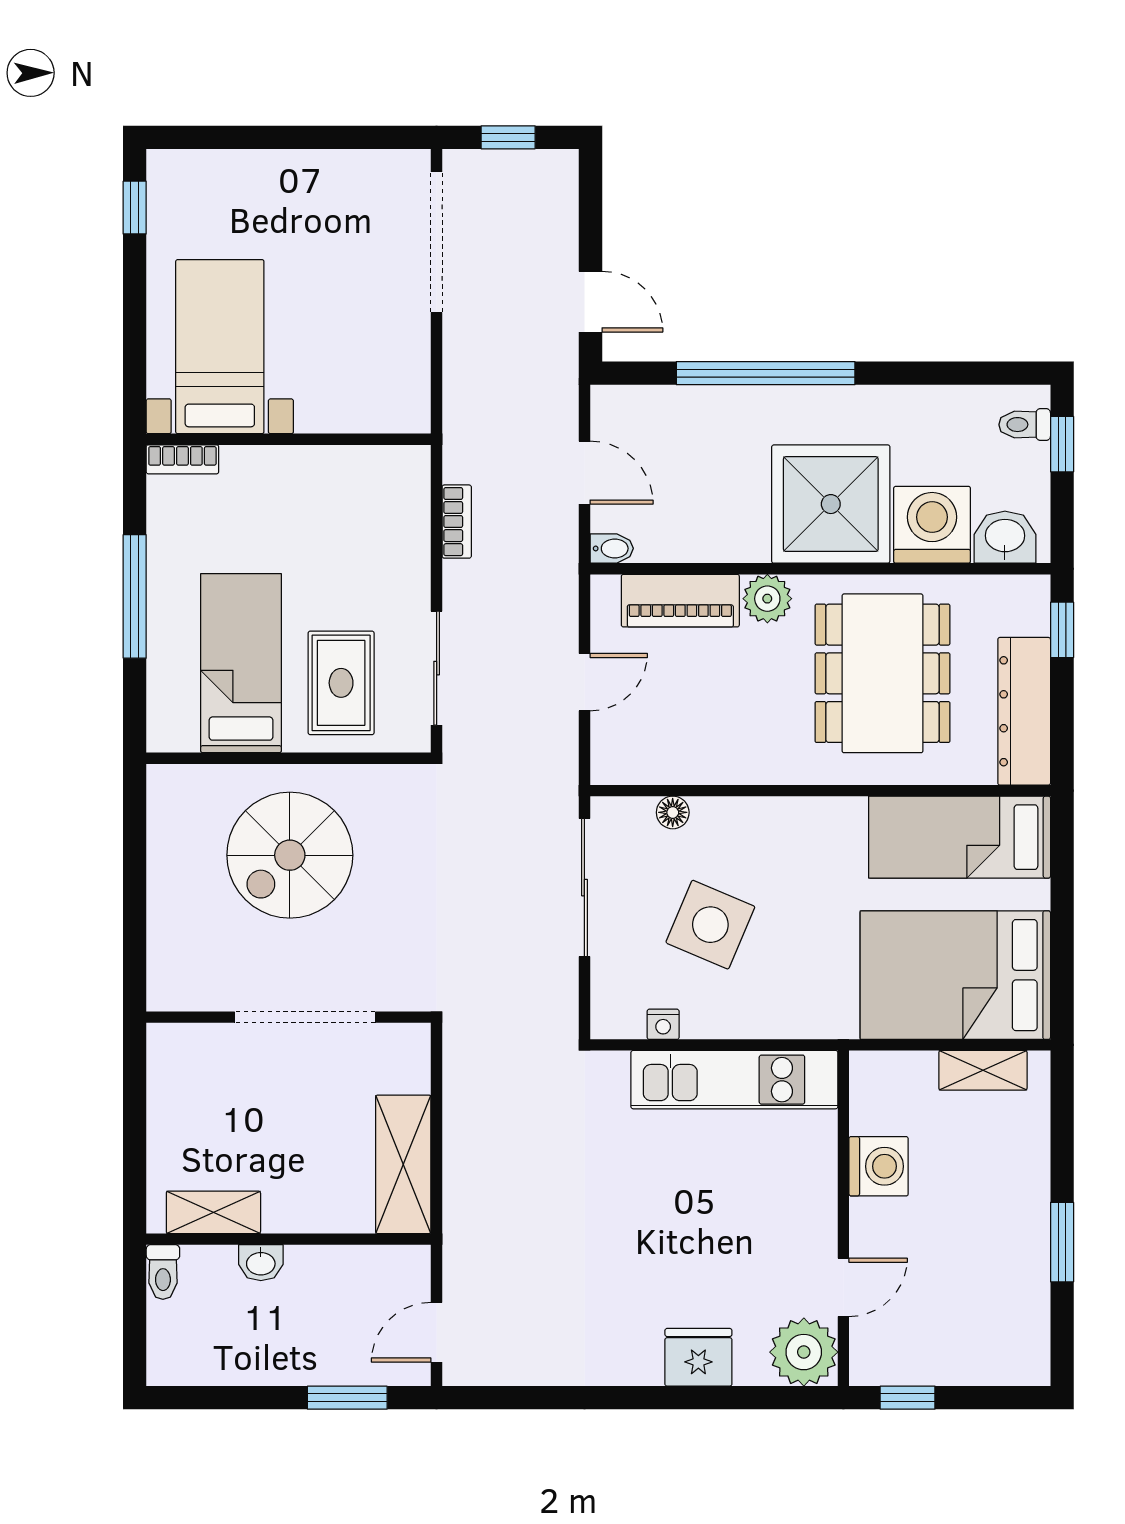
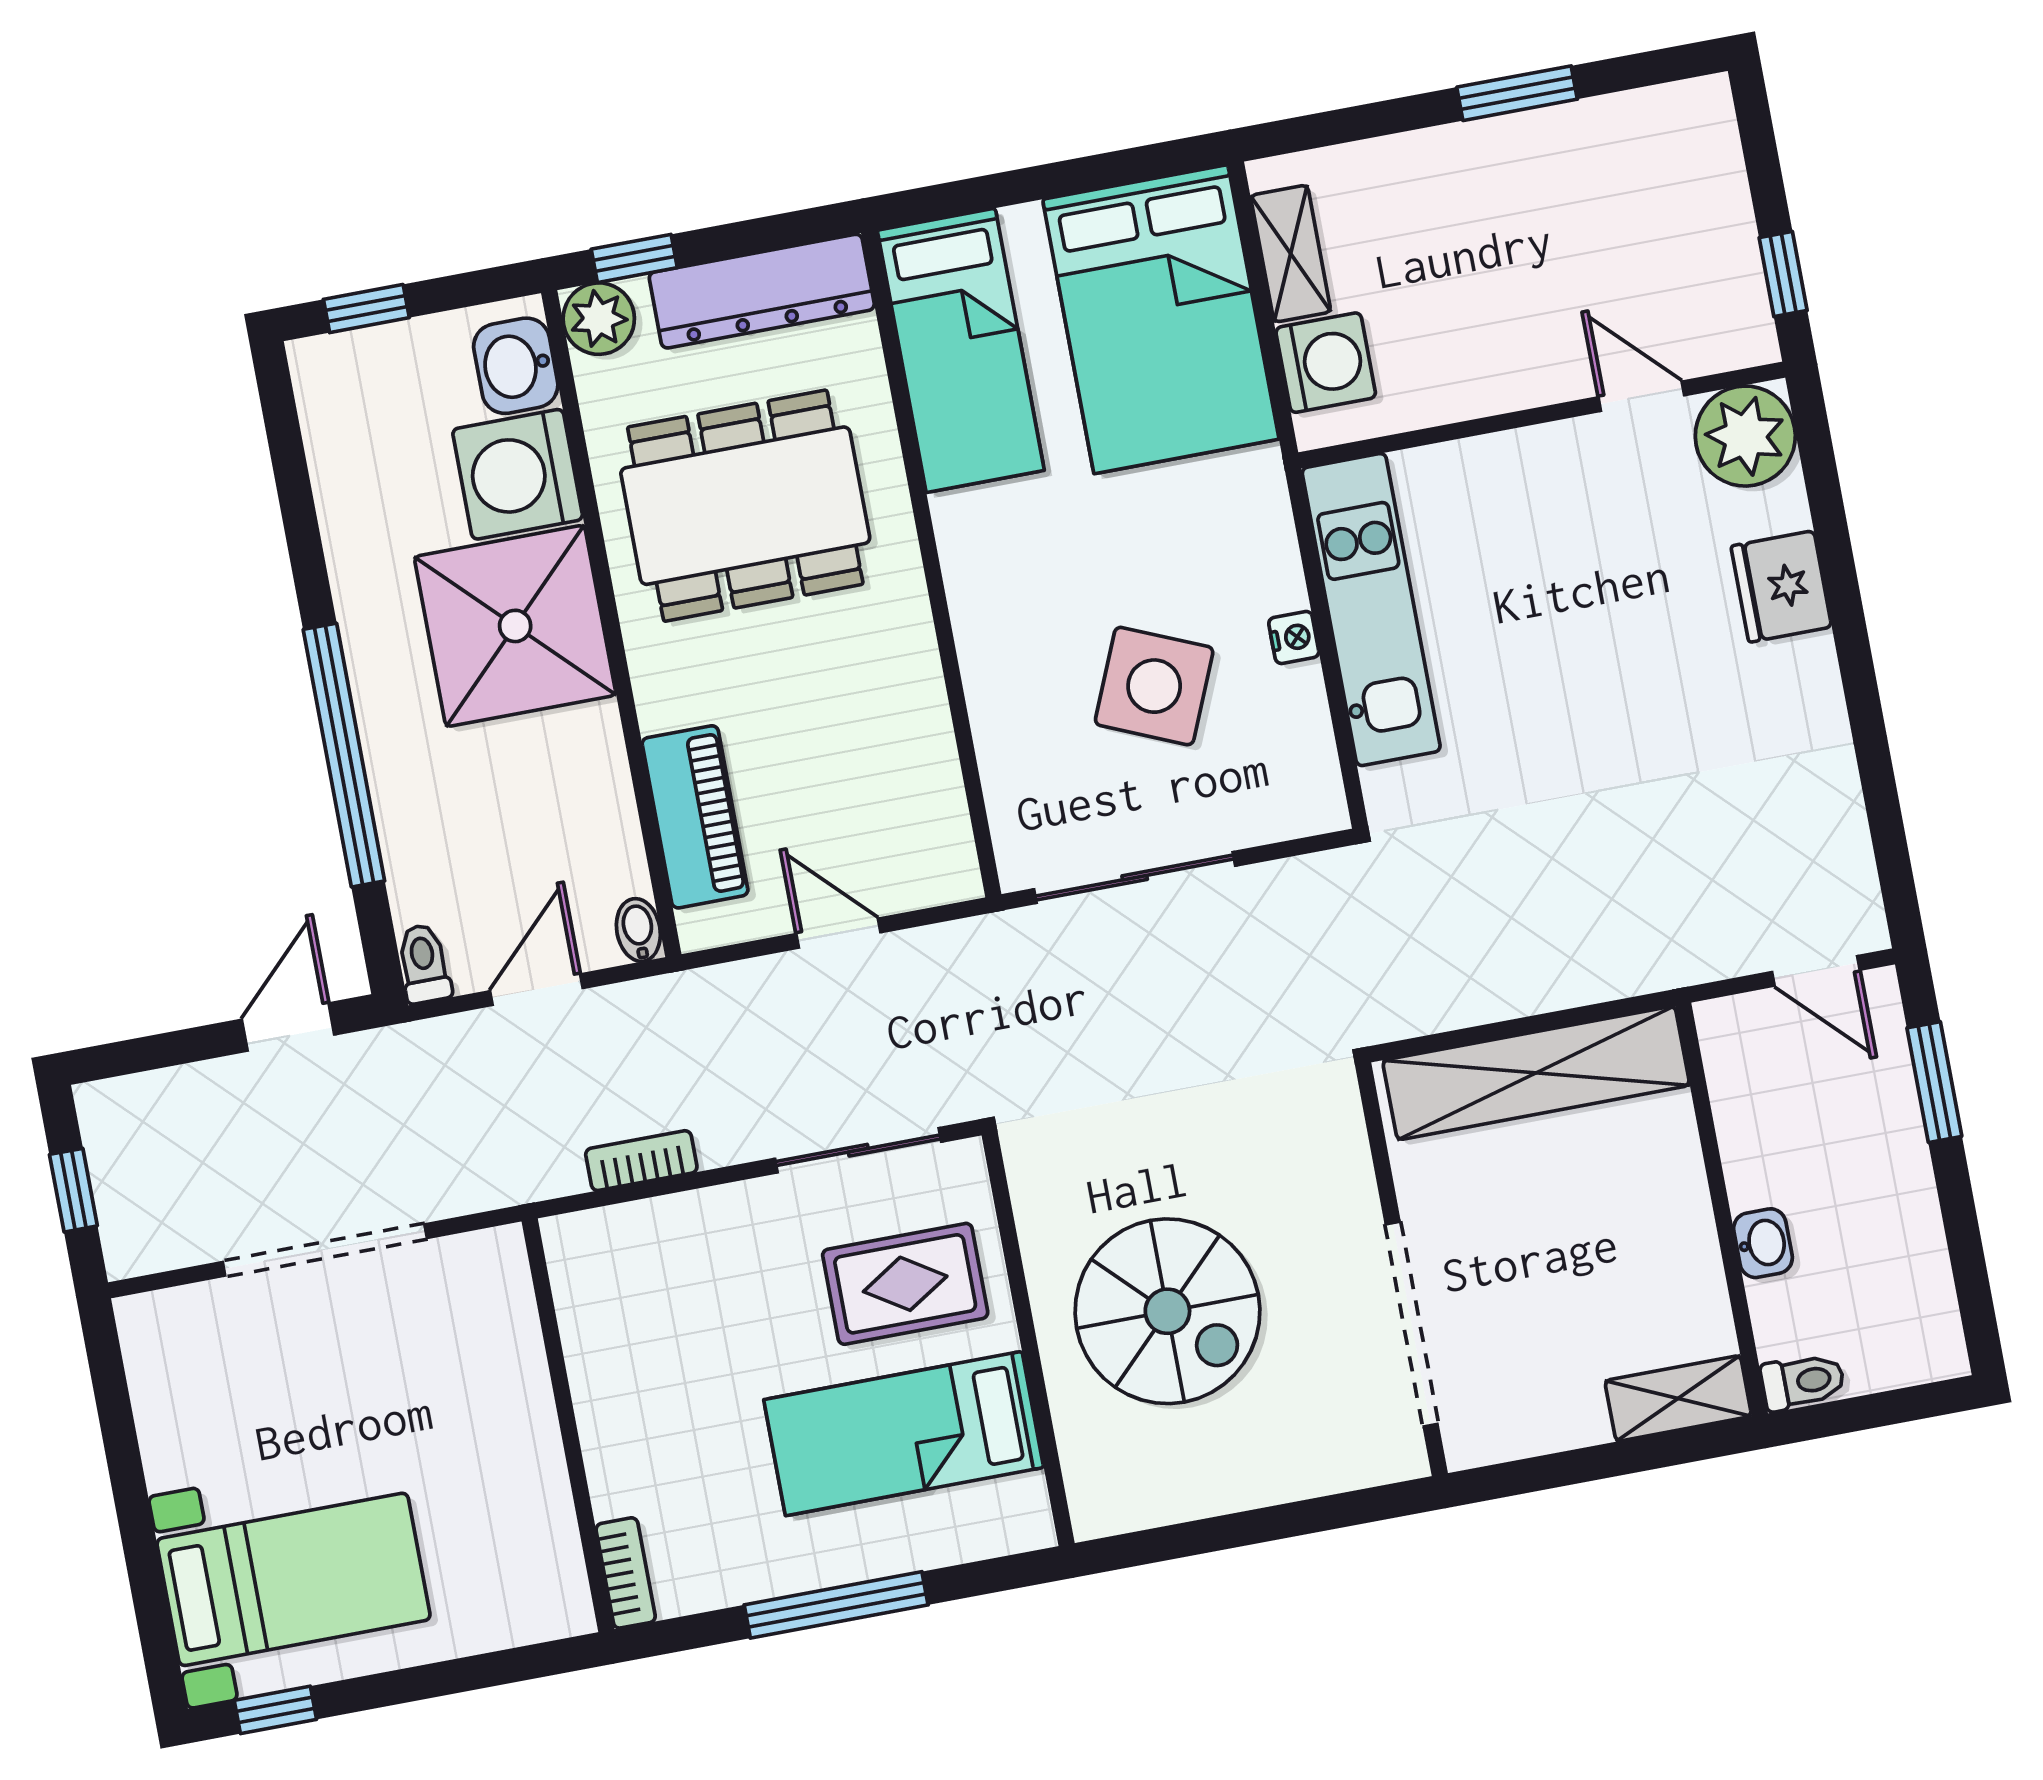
doorway: (437, 242) -> (325, 1250), moved
bed with nightstands: (220, 347) -> (294, 1579), moved, turned 180
toilet: (1025, 425) -> (424, 964), moved, turned 180
plant: (767, 599) -> (599, 319), moved
floor lamp: (673, 812) -> (1003, 771), removed
doorway: (305, 1017) -> (1412, 1324), moved
nightstand: (663, 1024) -> (1294, 637), moved
shelving: (403, 1164) -> (1536, 1073), width x1.47
washing machine: (879, 1166) -> (1326, 363), moved, turned 90
shelving: (213, 1212) -> (1678, 1398), moved, turned 90

